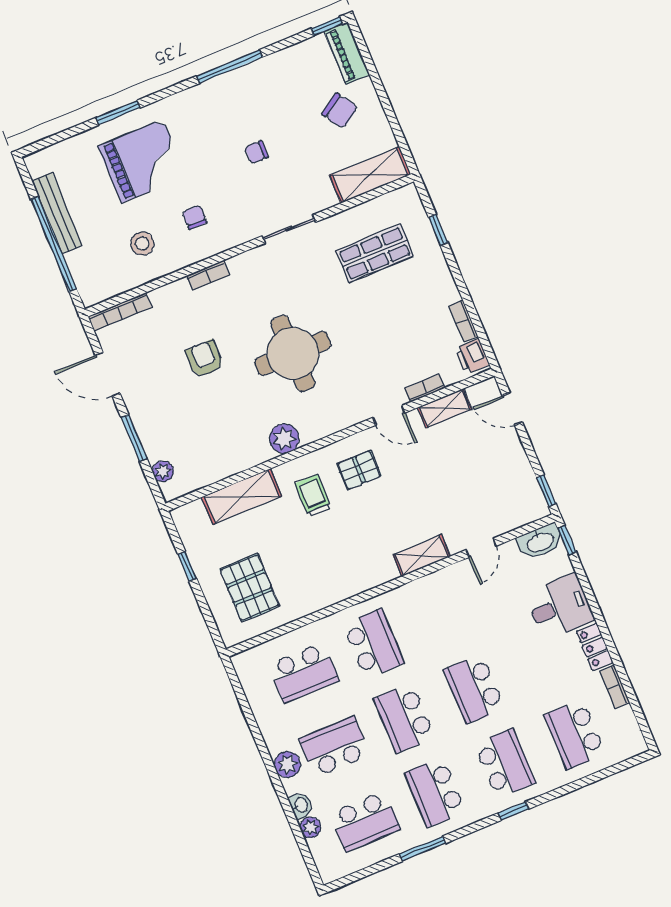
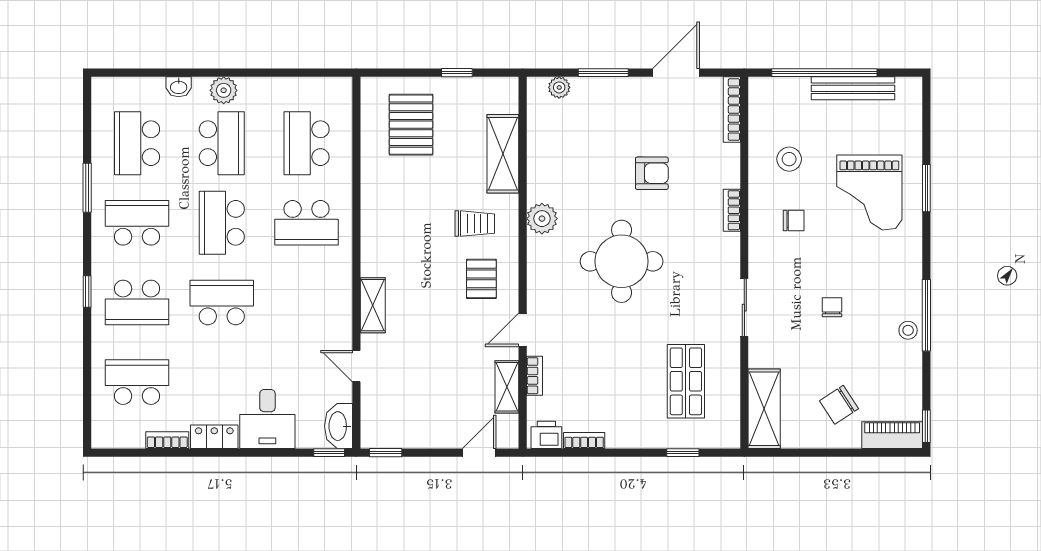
stool: (249, 77) -> (908, 330), added
pallet: (249, 588) -> (411, 125), turned 90
school desk: (404, 718) -> (222, 223), turned -90
plant: (310, 827) -> (153, 87), removed

